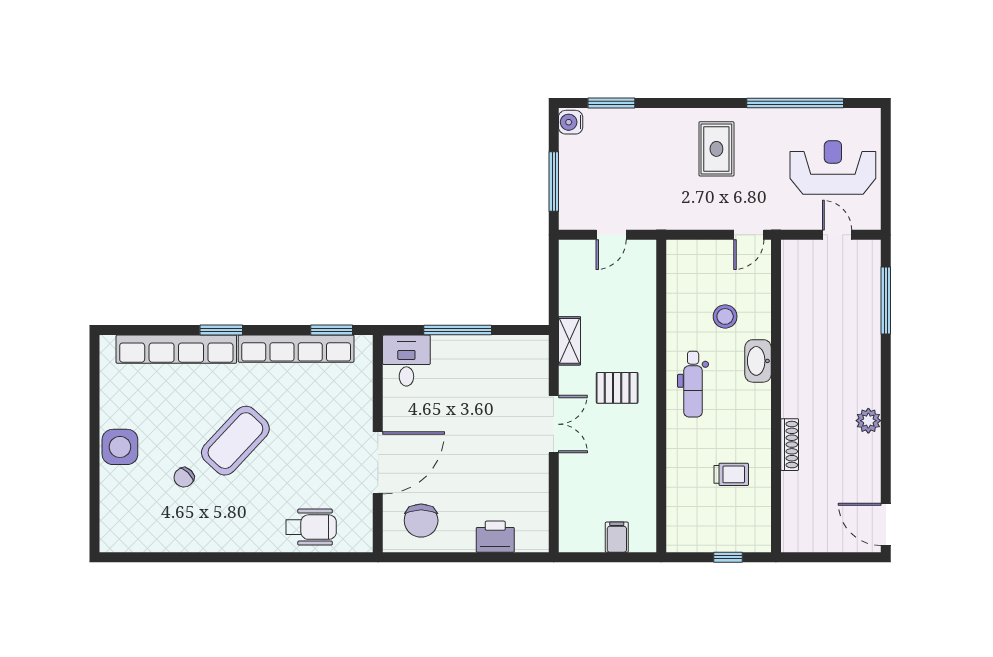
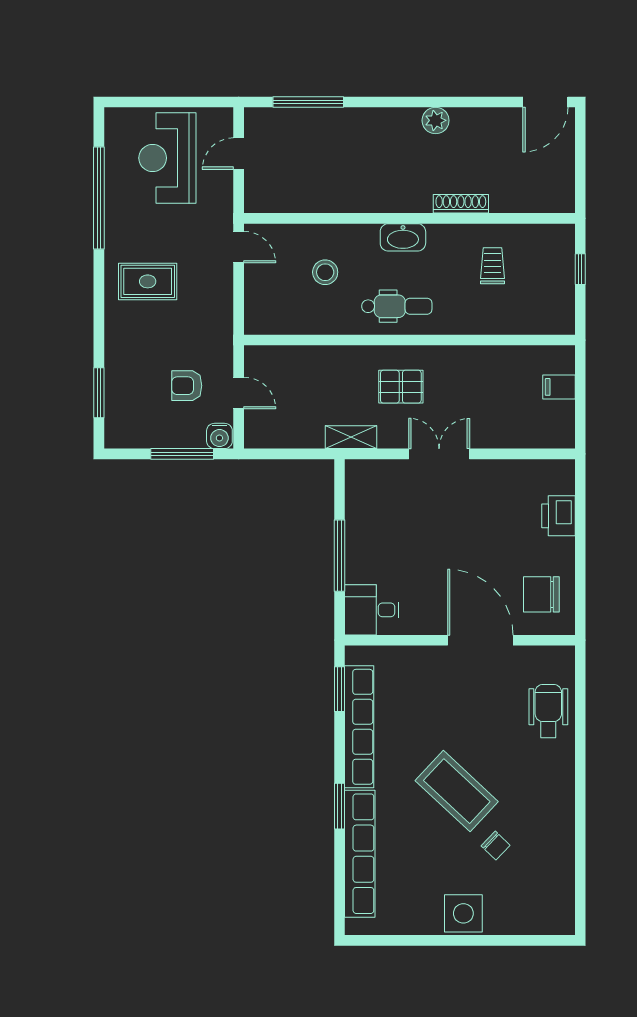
water cooler: (571, 122) -> (219, 436), moved
armchair: (618, 186) -> (187, 386), added
washbasin: (758, 361) -> (403, 237), moved
pallet: (617, 388) -> (401, 387), turned 90
chair: (421, 521) -> (541, 594), turned 180

